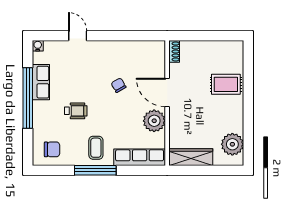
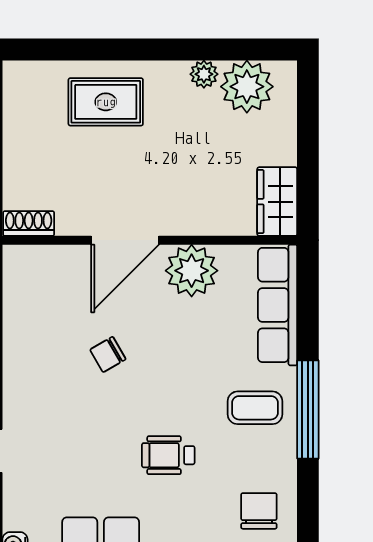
rug: (226, 84) -> (106, 102), turned 90
wheelchair: (76, 111) -> (168, 455), turned -90
plant: (238, 126) -> (204, 74), added
wardrobe: (191, 157) -> (277, 202), width x0.67

